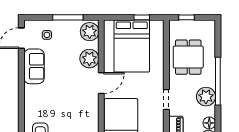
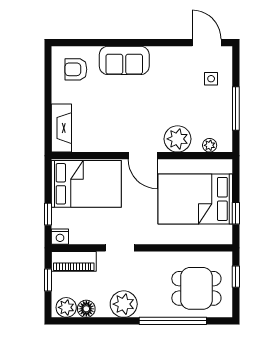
plant: (90, 32) -> (210, 145), width x0.53, depth x0.53
dining table: (188, 57) -> (196, 288), moved
sofa: (34, 66) -> (124, 60), moved
window: (218, 81) -> (173, 321), moved

